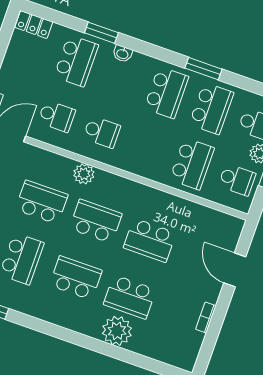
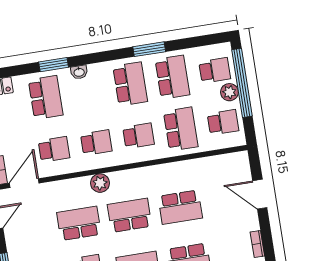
school desk: (147, 148) -> (139, 136), added

